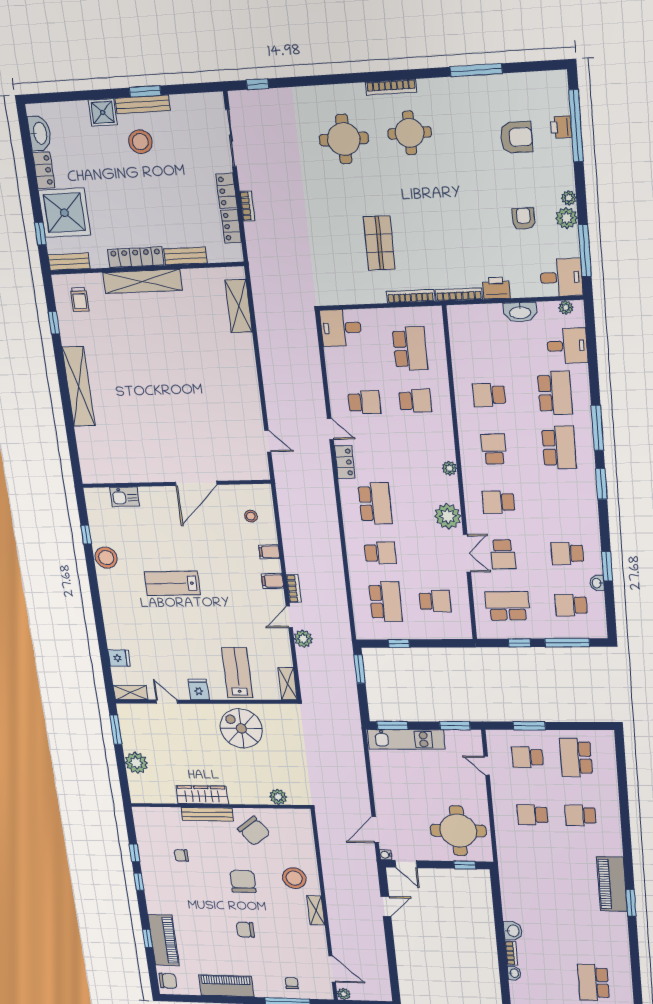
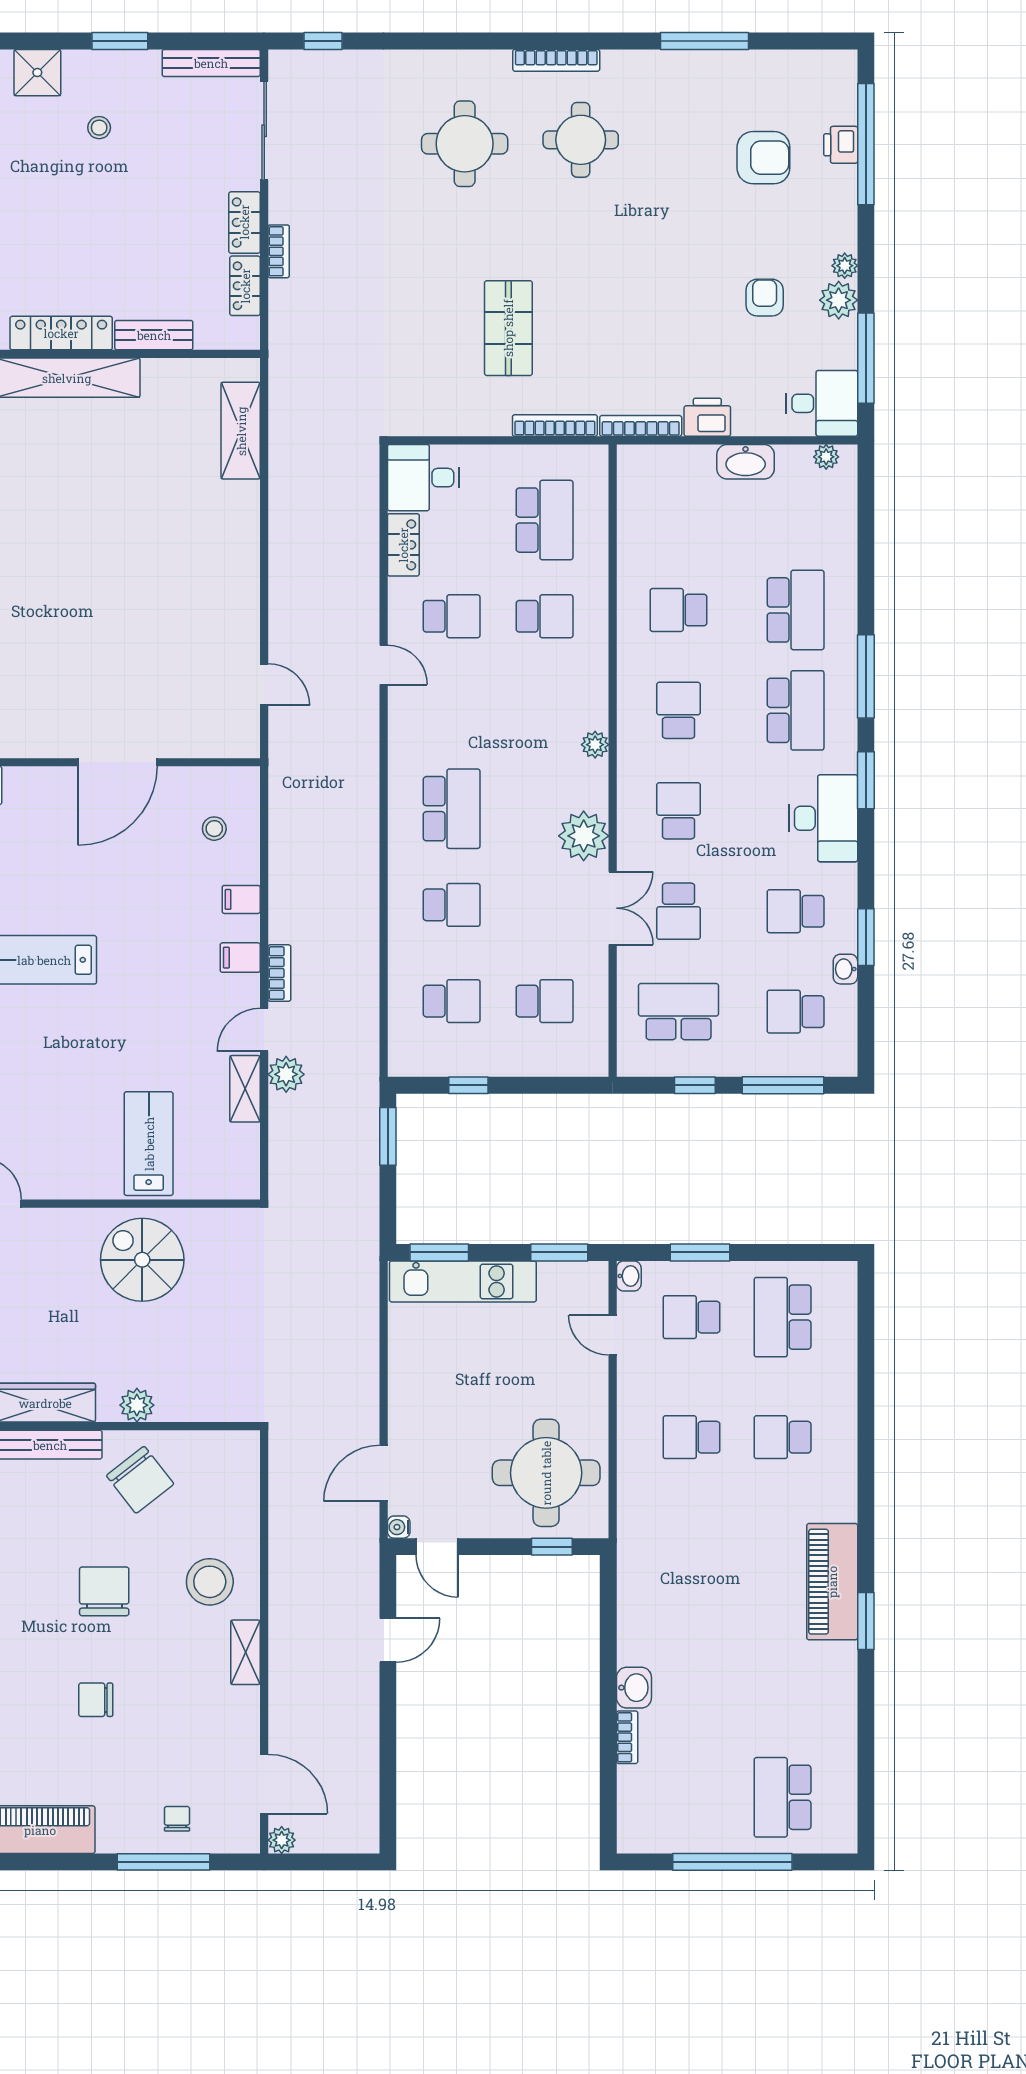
bench: (143, 104) -> (211, 63), moved
stool: (140, 142) -> (99, 128), width x0.53, depth x0.53
desk: (567, 346) -> (823, 818), moved, width x1.37
locker: (345, 462) -> (403, 545), moved
school desk: (498, 502) -> (679, 811), turned 90
school desk: (386, 602) -> (452, 1001), width x0.54
shelving: (288, 684) -> (245, 1089), moved
fridge: (198, 690) -> (67, 1178), removed
plant: (278, 797) -> (137, 1405), moved
washbasin: (514, 973) -> (629, 1276), moved

